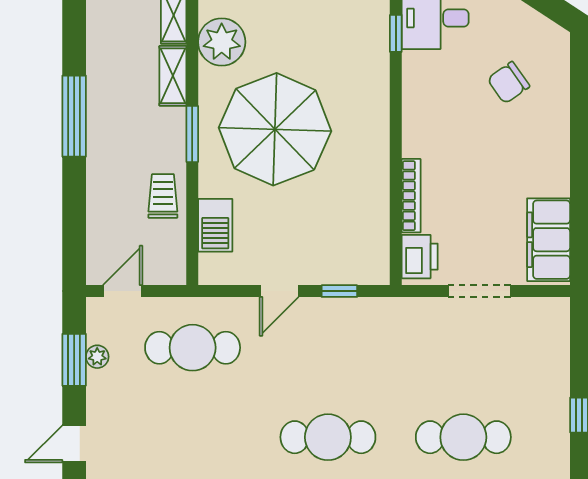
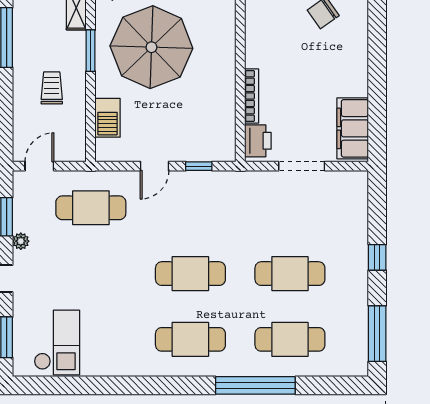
trolley: (163, 196) -> (52, 88), moved
plant: (97, 357) -> (21, 241), moved

